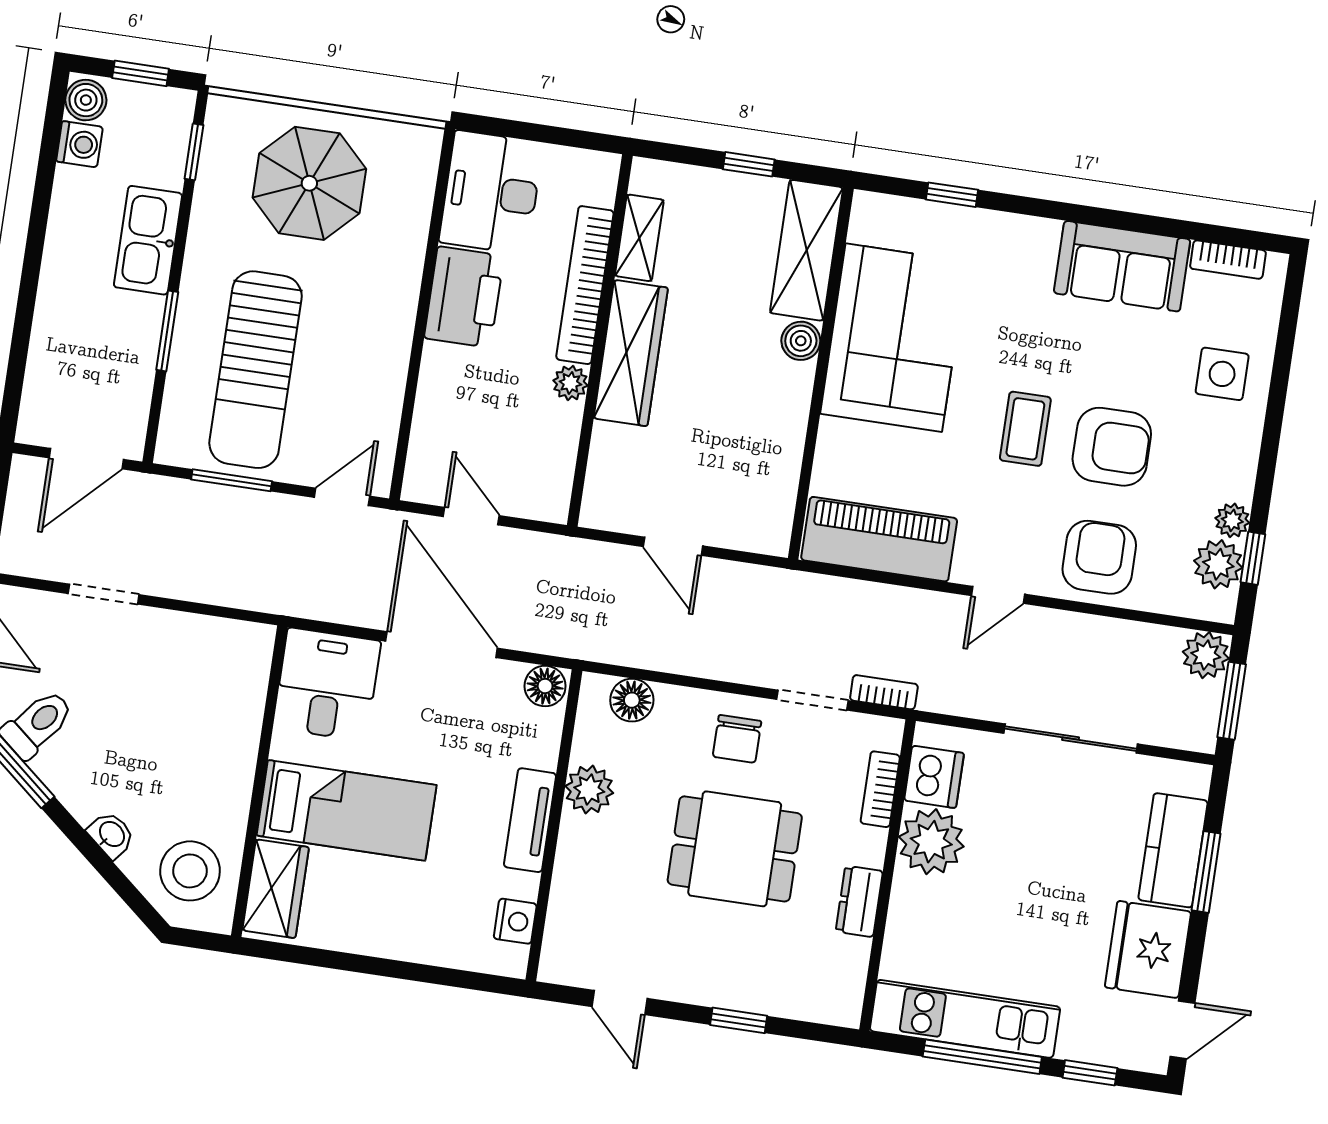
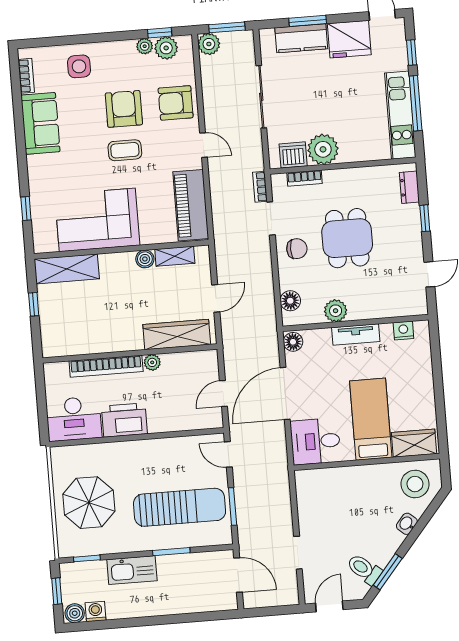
shelving: (639, 238) -> (175, 256), moved
boiler: (801, 341) -> (145, 259), moved
wardrobe: (631, 353) -> (177, 335), moved
dresser: (859, 901) -> (409, 187), moved, turned 90

